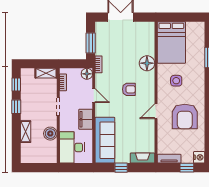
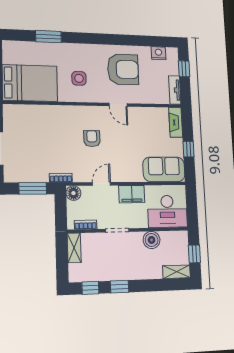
floor lamp: (147, 63) -> (58, 115), removed
shelving: (26, 132) -> (176, 272), moved
sofa: (105, 140) -> (164, 169), width x0.73
nightstand: (199, 157) -> (159, 53), moved
window: (39, 168) -> (194, 254), added

